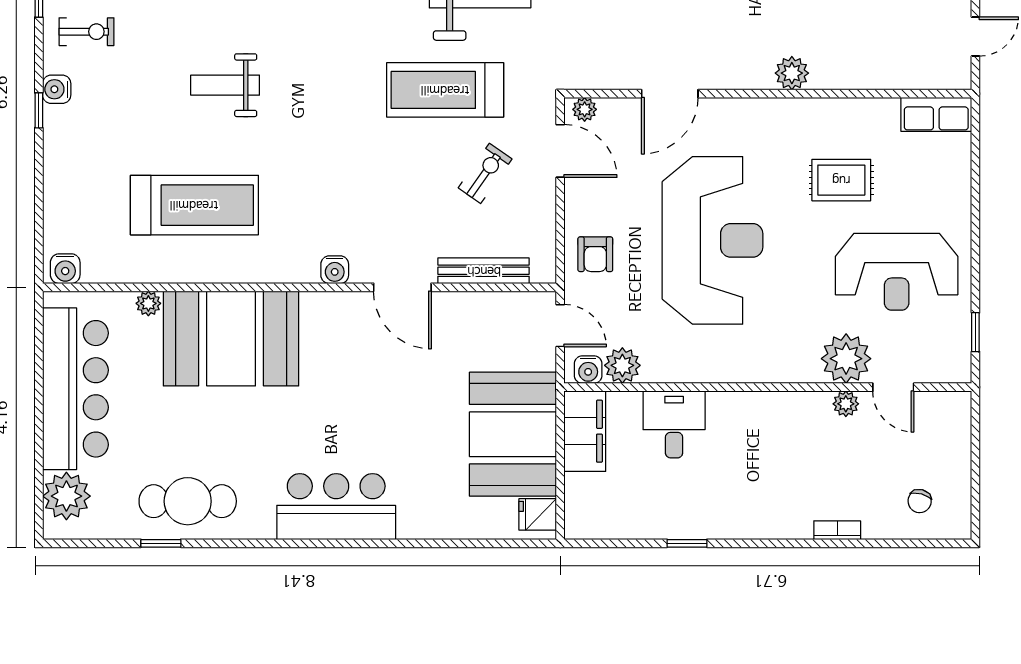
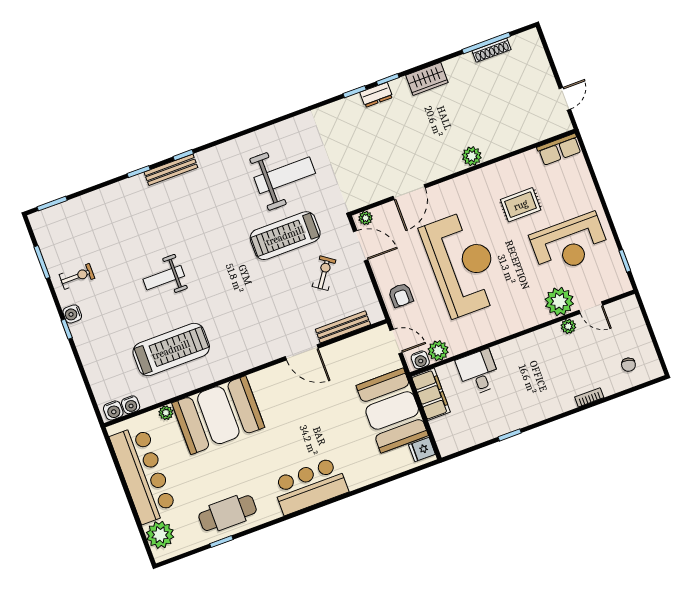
water cooler: (335, 270) -> (131, 405), moved

